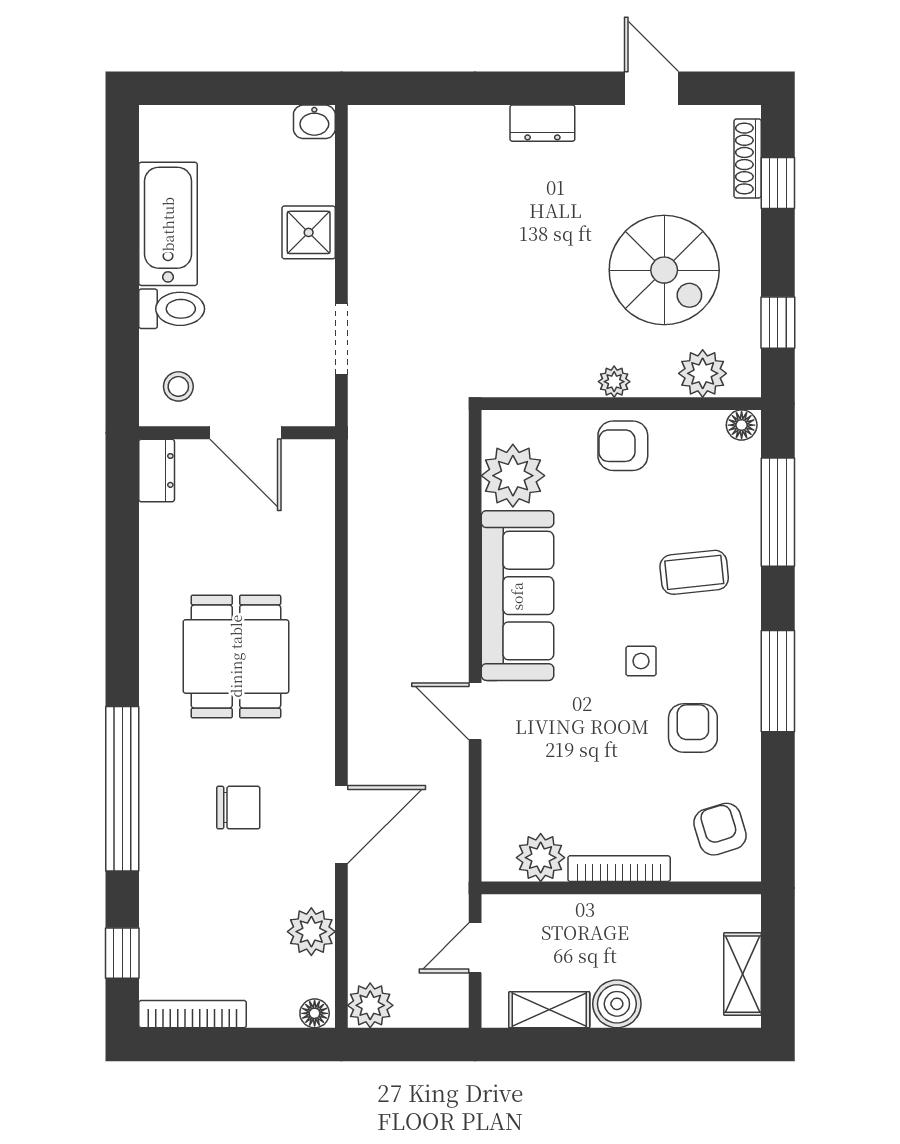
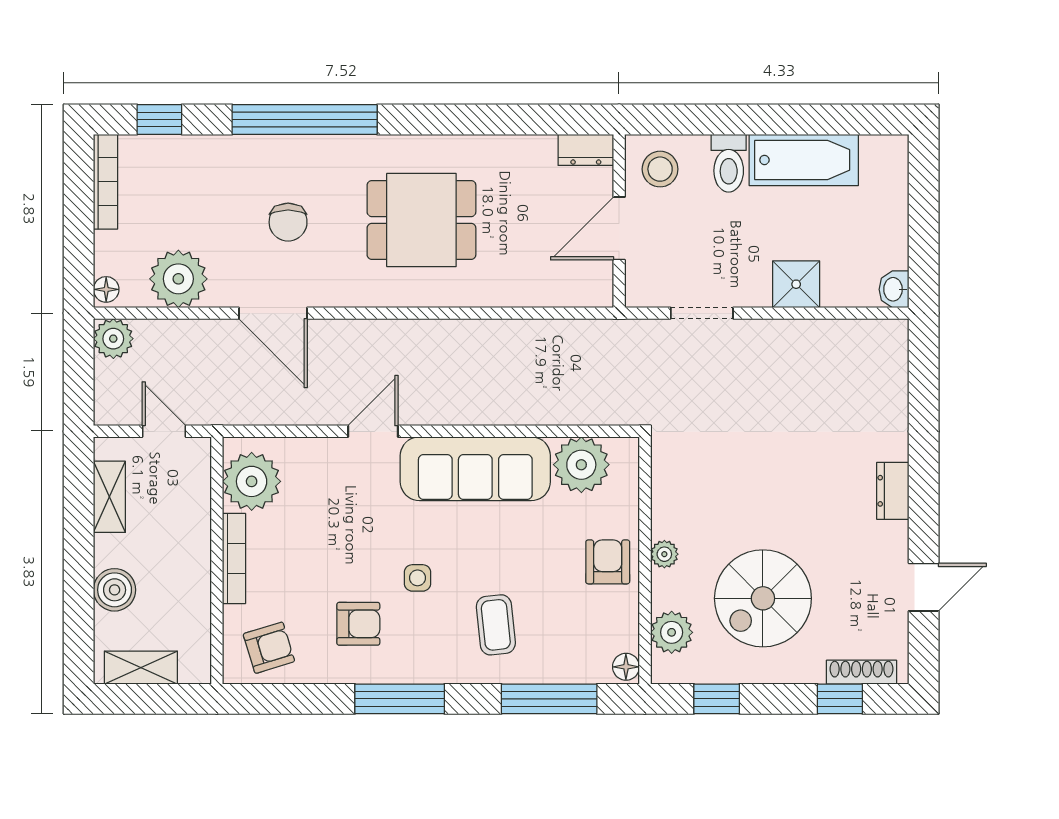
stool: (178, 386) -> (660, 169), width x1.37, depth x1.37
plant: (541, 858) -> (252, 481), width x1.36, depth x1.36
plant: (311, 932) -> (178, 279), width x1.36, depth x1.36
boiler: (617, 1004) -> (115, 590), moved

